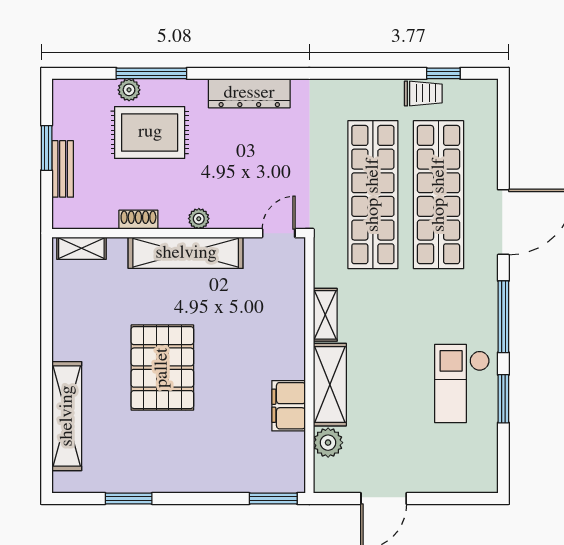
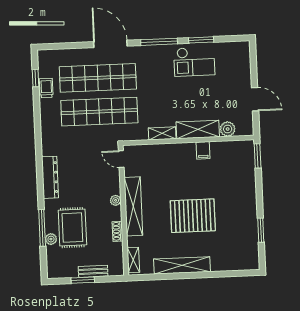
filing cabinet: (289, 406) -> (203, 150), width x0.50
shelving: (67, 416) -> (182, 265), moved

